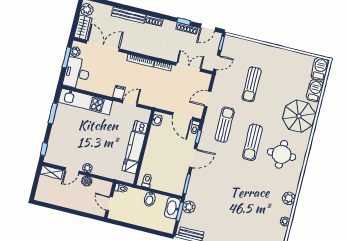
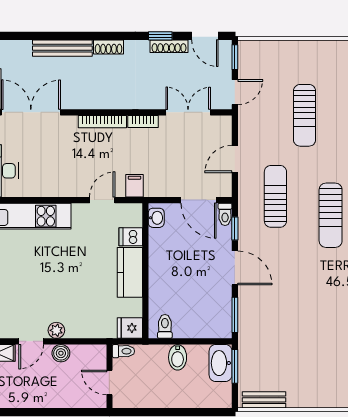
door: (208, 28) -> (205, 36), hinge flipped
filing cabinet: (119, 92) -> (134, 186), moved
door: (193, 158) -> (235, 268), hinge flipped
fridge: (130, 167) -> (130, 328), moved
plant: (189, 207) -> (249, 354), removed

